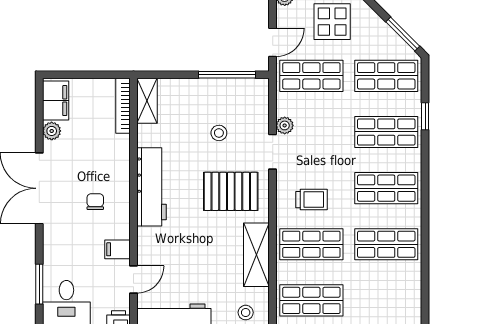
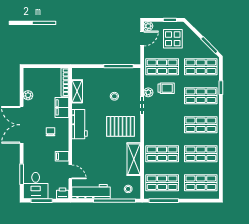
door: (273, 42) -> (142, 39), moved
filing cabinet: (56, 101) -> (62, 107), moved, turned 180
shelving: (147, 101) -> (77, 91), moved
workbench: (152, 187) -> (80, 124), width x0.73
trolley: (312, 200) -> (166, 88), moved
door: (133, 279) -> (70, 172), hinge flipped
shop shelf: (386, 300) -> (201, 183), added

